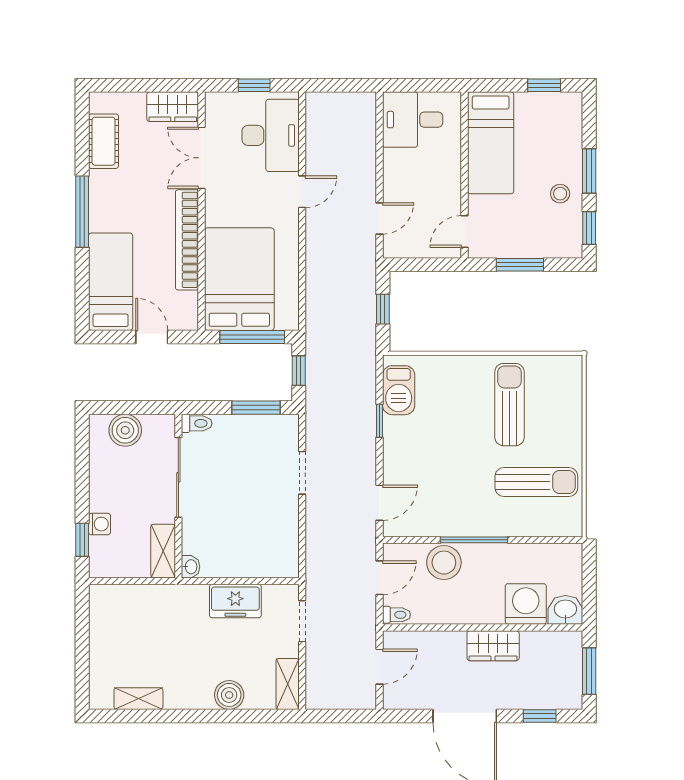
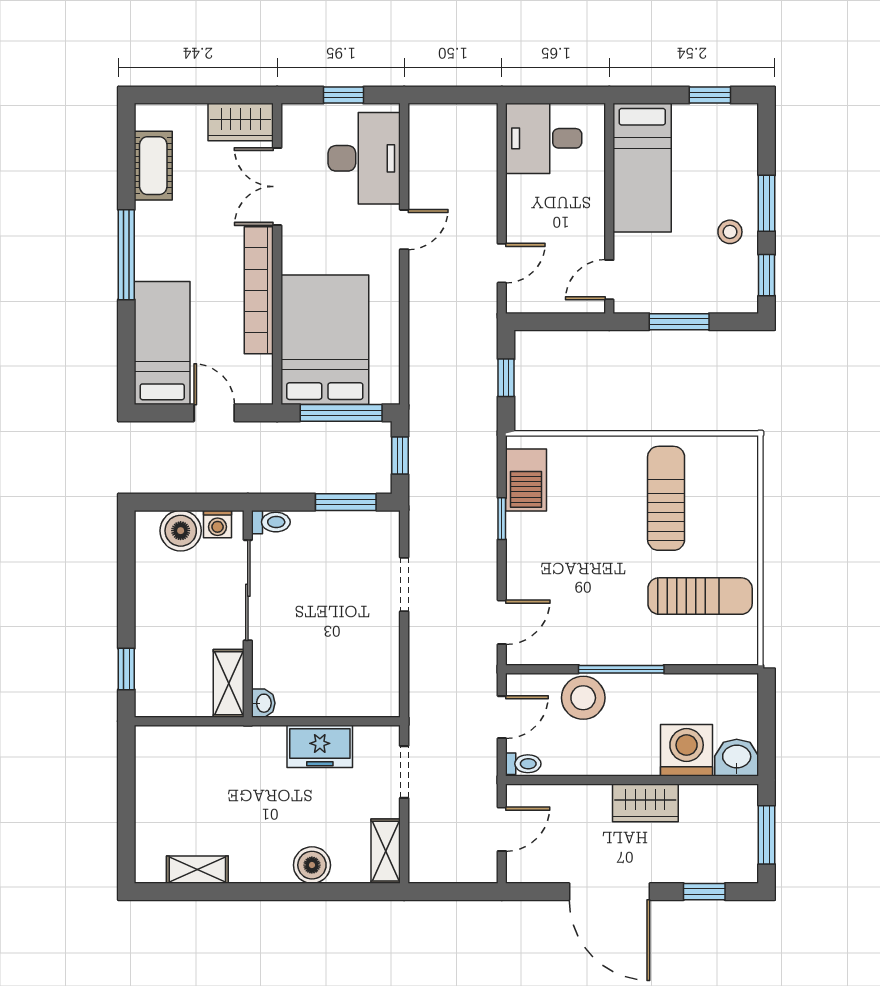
washing machine: (100, 524) -> (218, 524), moved, turned 90

